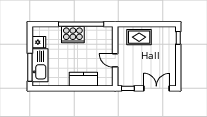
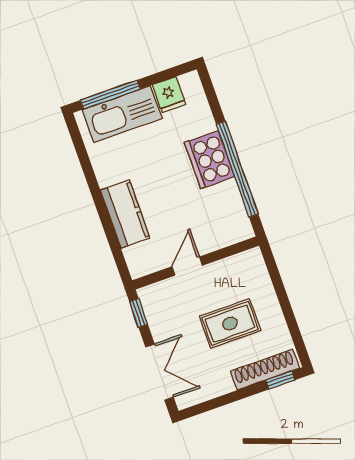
rug: (139, 37) -> (230, 323), moved, turned 90
shoe rack: (171, 43) -> (265, 370), added

